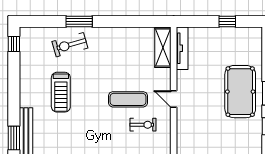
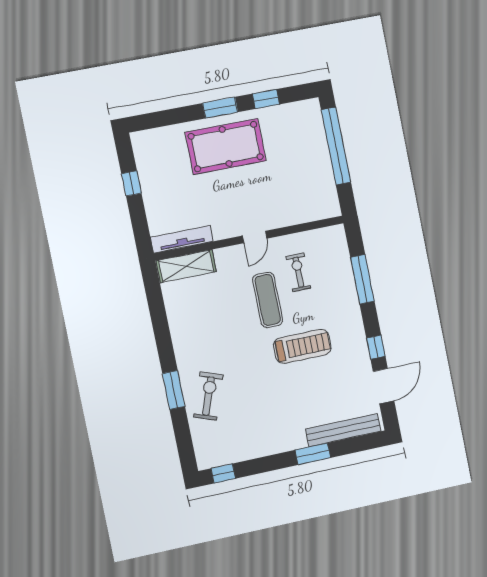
exercise bike: (70, 45) -> (208, 396), turned -144
treadmill: (61, 92) -> (302, 346), moved
window: (14, 138) -> (313, 454), moved

